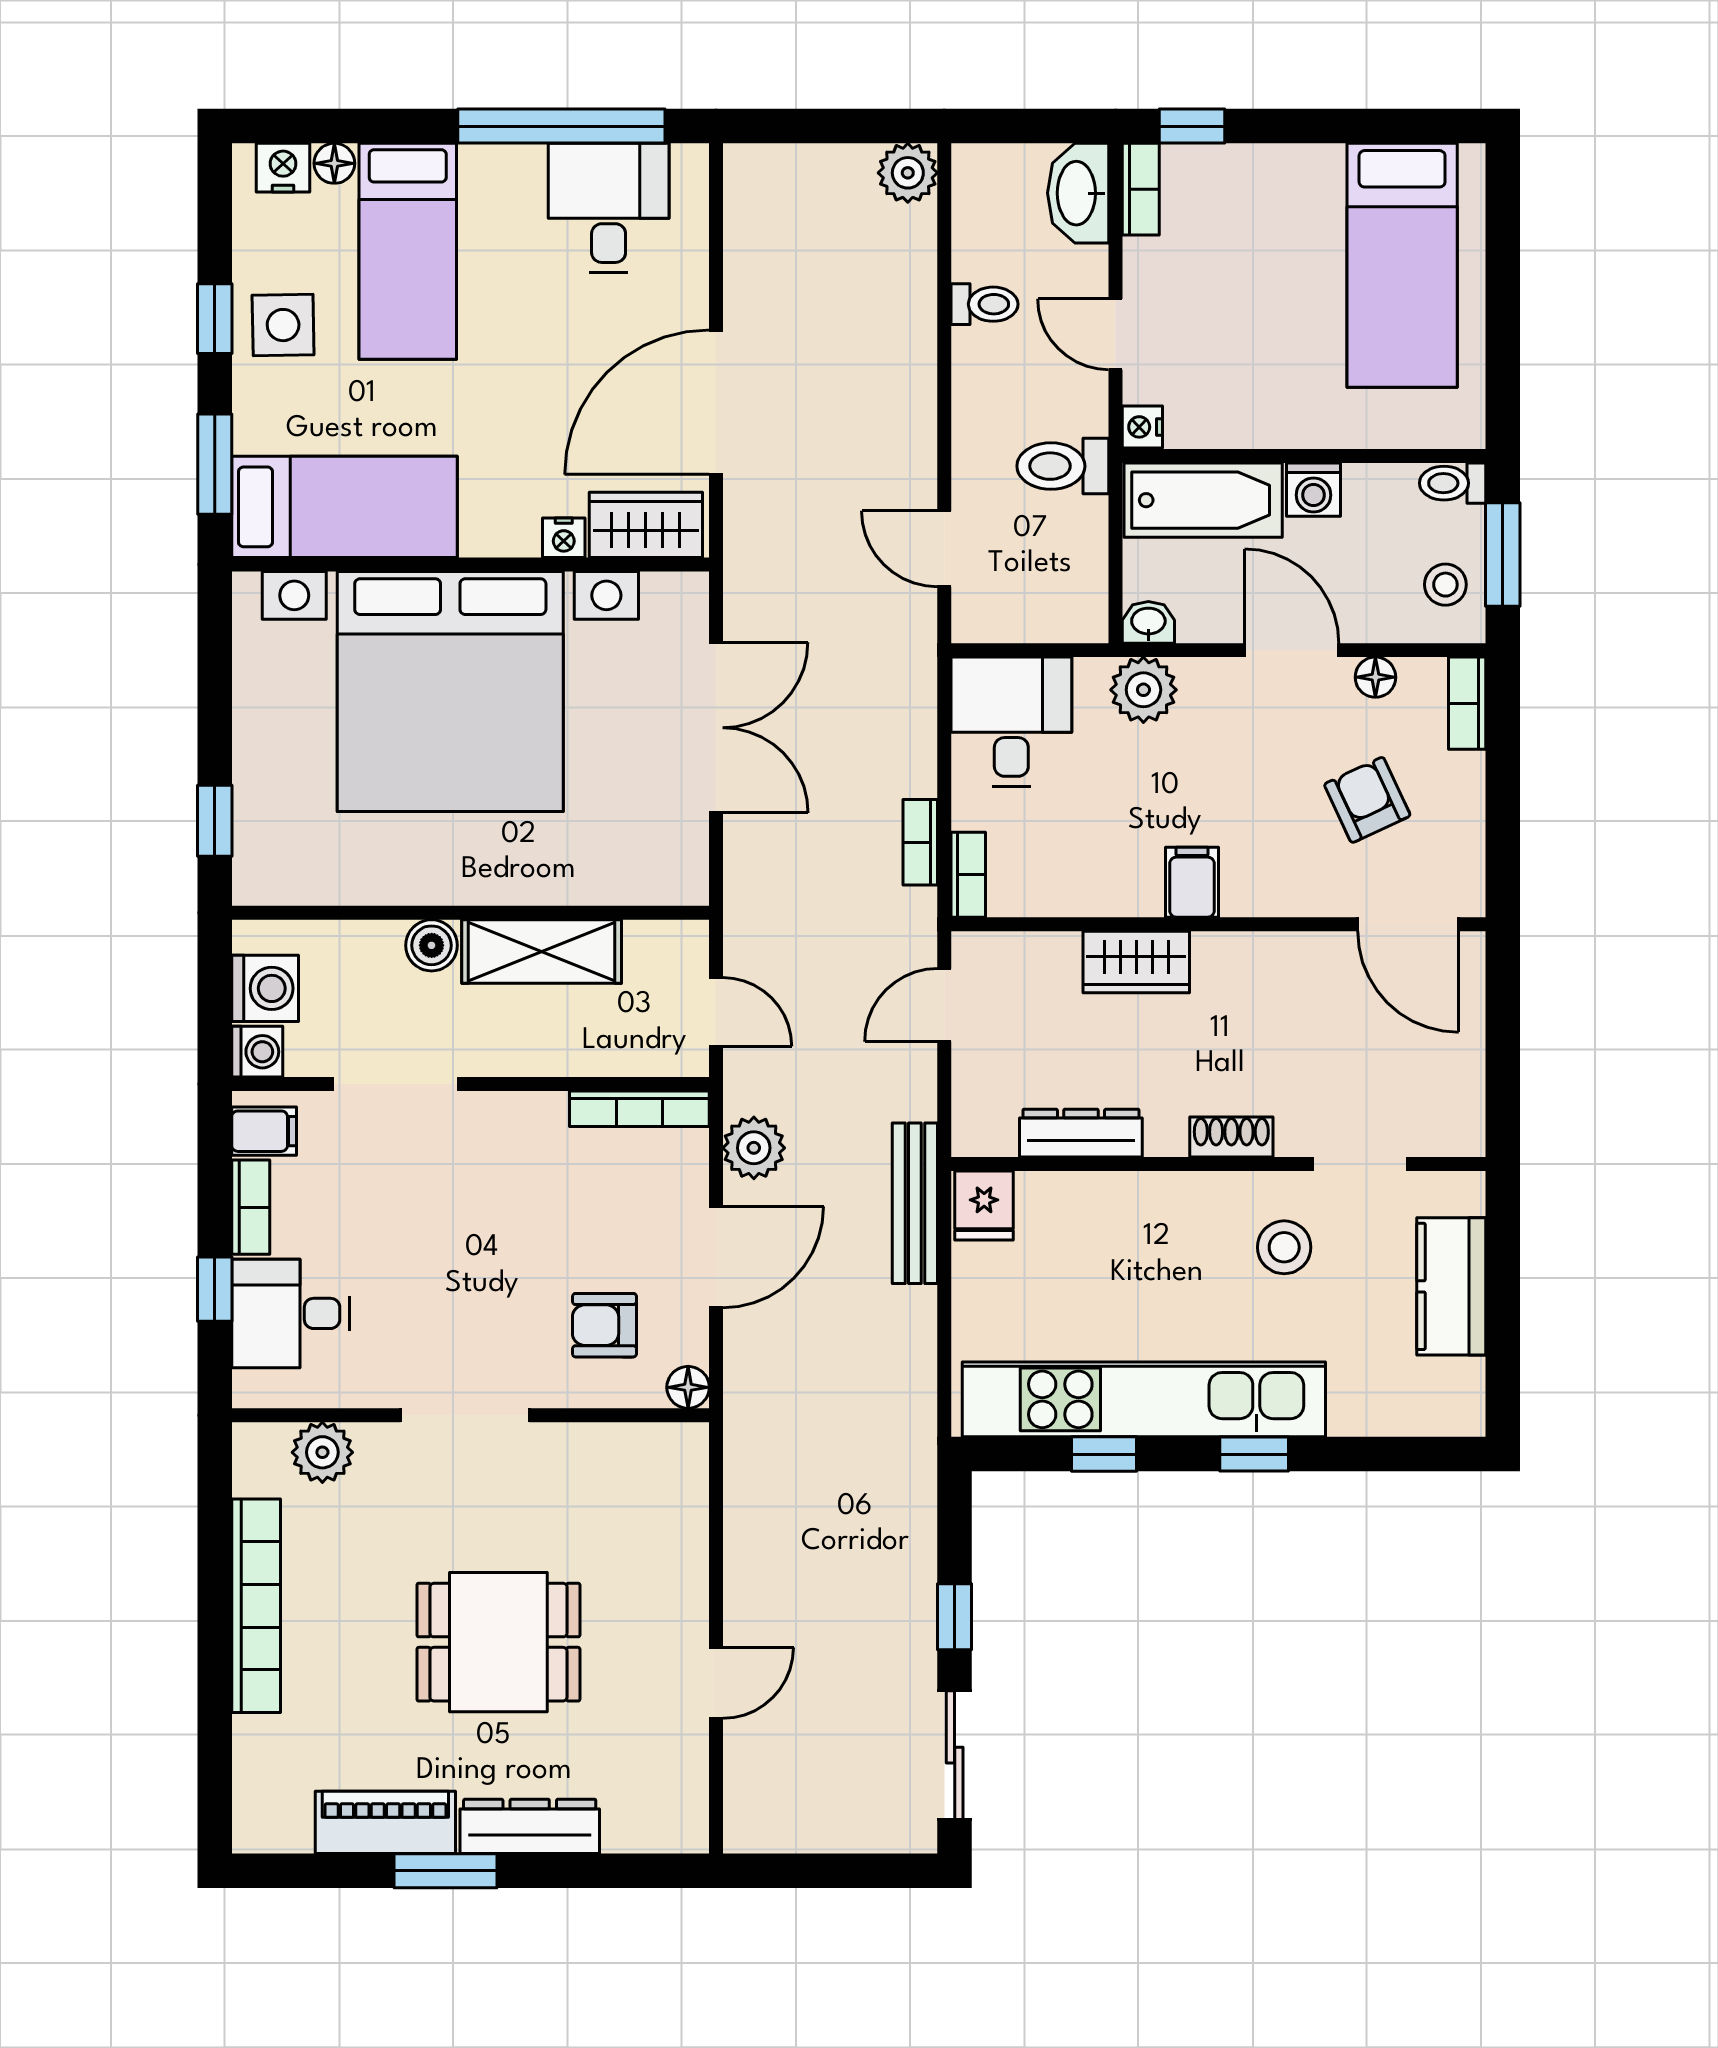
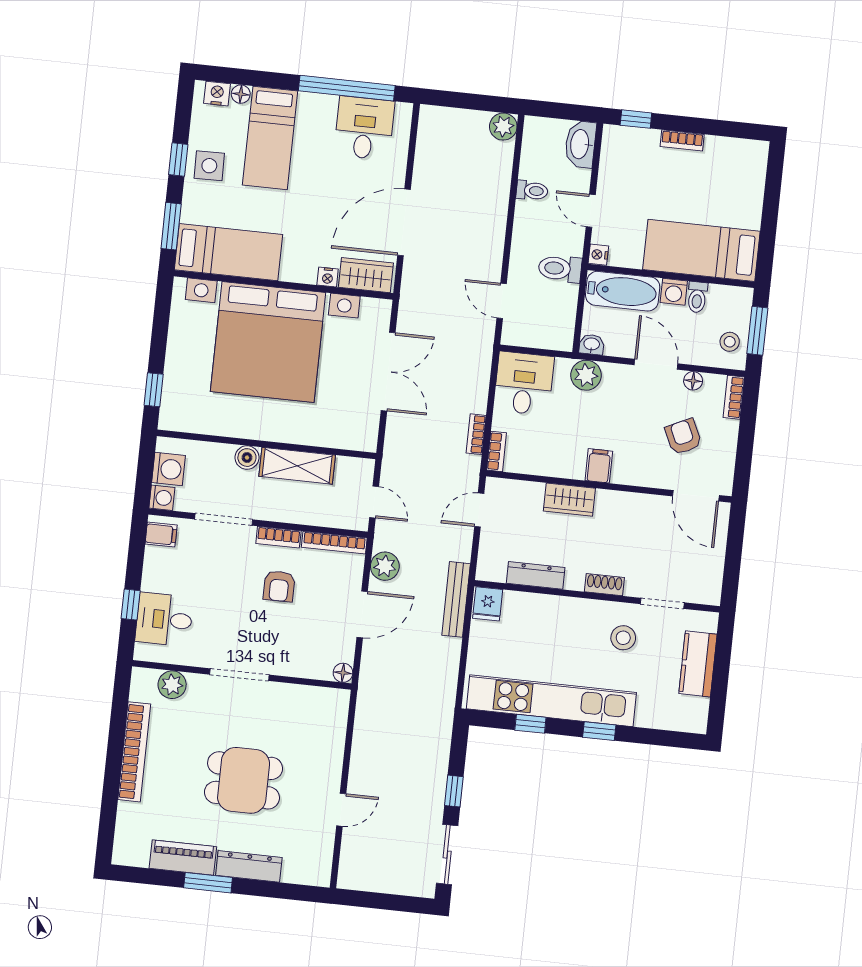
bookcase: (1141, 189) -> (682, 140), moved, turned 90
bed: (1402, 265) -> (701, 250), moved, turned 90
toilet: (1453, 483) -> (697, 297), moved, turned -90
bookcase: (251, 1207) -> (278, 537), moved, turned 90
armchair: (604, 1325) -> (279, 586), moved, turned -90

